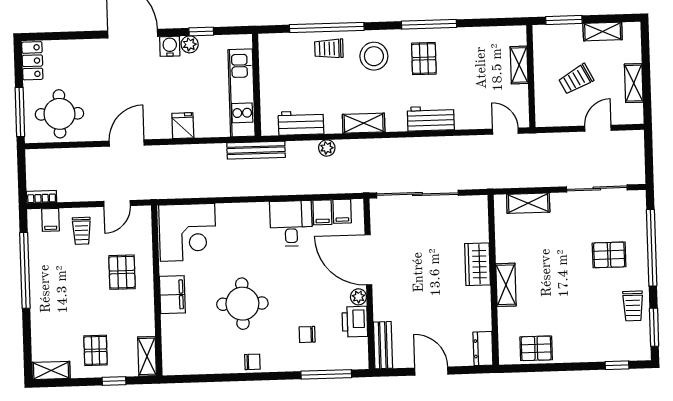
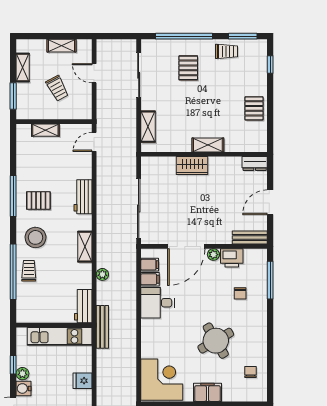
trolley: (329, 49) -> (29, 271), turned 180
workbench: (301, 123) -> (83, 306), moved
round table: (242, 304) -> (216, 341), turned -30
pallet: (536, 348) -> (254, 108), moved
chair: (252, 362) -> (251, 372), moved

